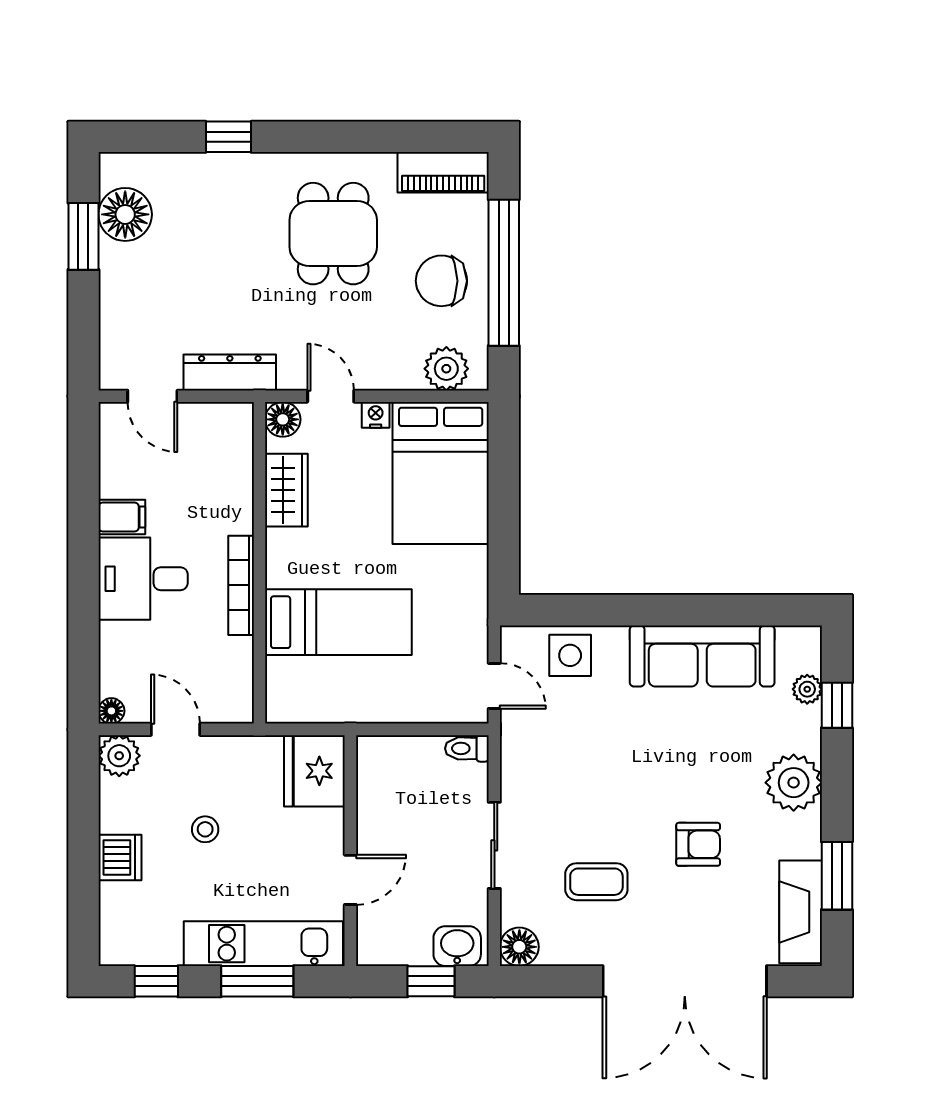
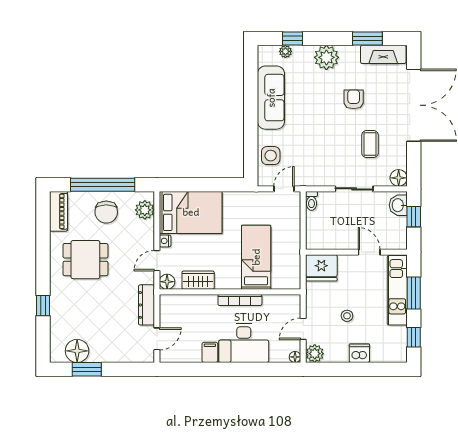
desk: (143, 579) -> (244, 343), width x1.37

